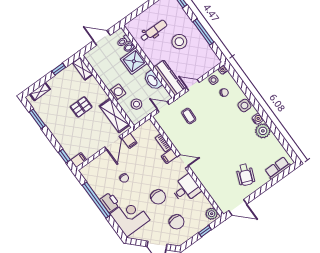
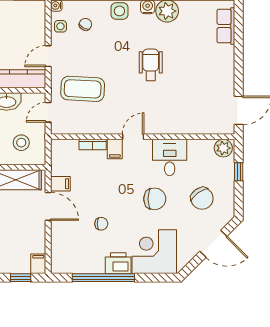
coffee table: (189, 116) -> (83, 89), width x1.86, depth x1.72
wheelchair: (245, 175) -> (151, 65), moved, turned -112
chair: (177, 222) -> (202, 198), turned 54

